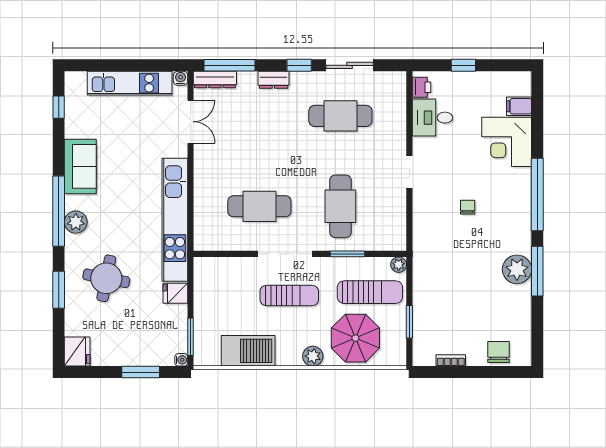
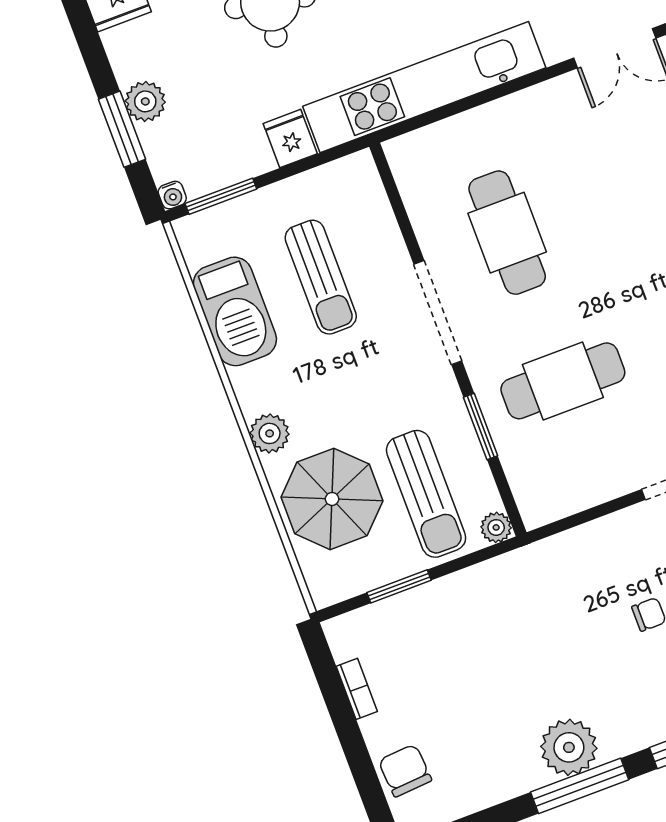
sun lounger: (289, 296) -> (321, 277), moved
chair: (499, 352) -> (405, 771), turned -94
plant: (132, 356) -> (145, 101), added

